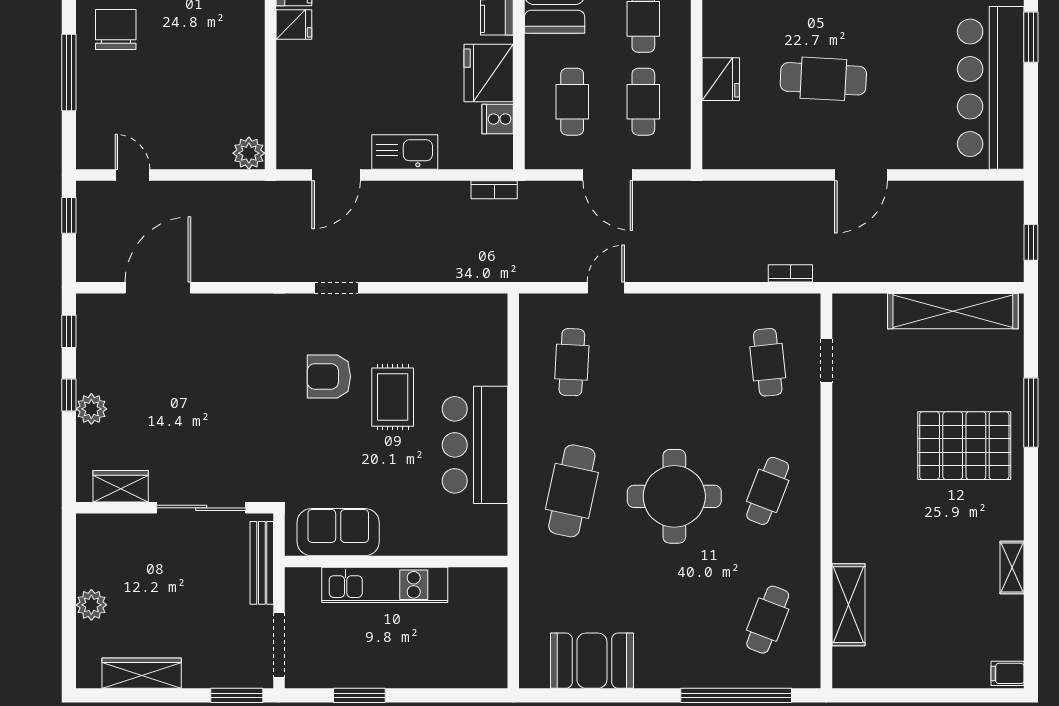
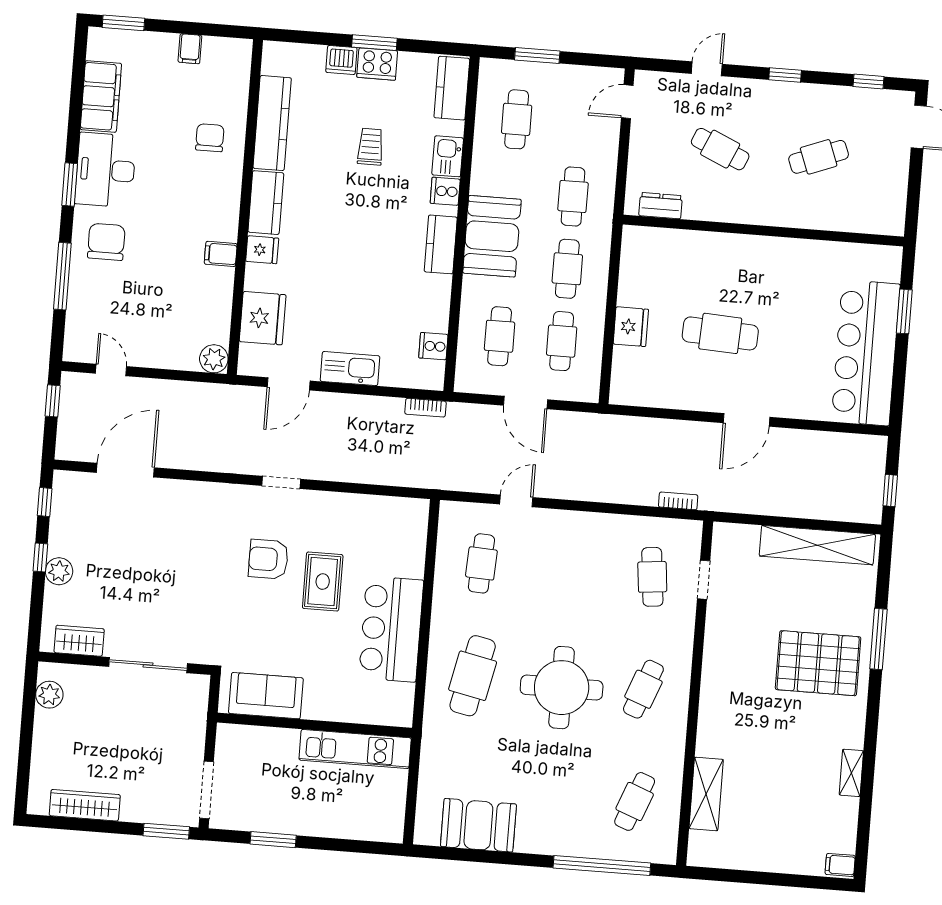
filing cabinet: (247, 33) -> (221, 254), added
fridge: (489, 73) -> (263, 318), moved, turned 180
bench: (262, 563) -> (197, 717), removed
kitchen unit: (385, 585) -> (355, 749), moved
plant: (91, 605) -> (49, 695), moved

